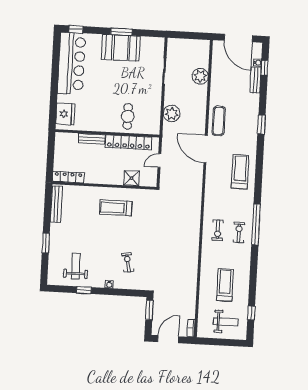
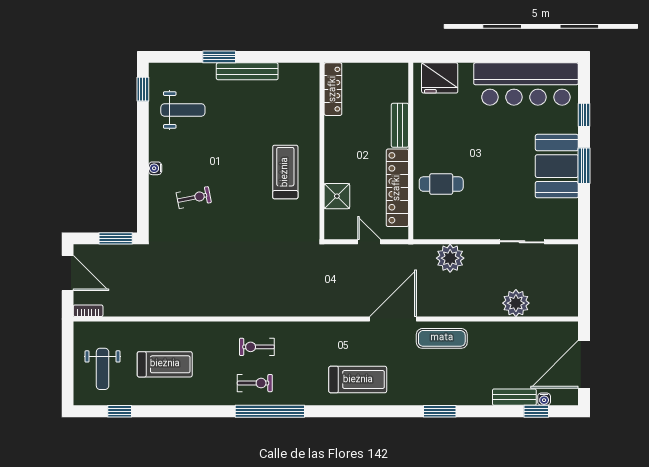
window: (76, 29) -> (584, 115), moved
bench: (56, 204) -> (247, 71), moved
window: (84, 290) -> (143, 89), moved

